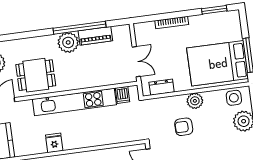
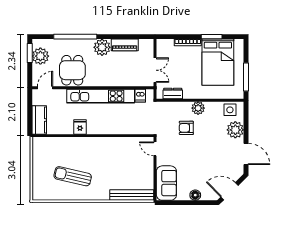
window: (214, 10) -> (212, 37), moved
window: (80, 28) -> (75, 37), moved
bed: (218, 63) -> (218, 62), moved, turned -90
dining table: (36, 75) -> (72, 70), turned 90

